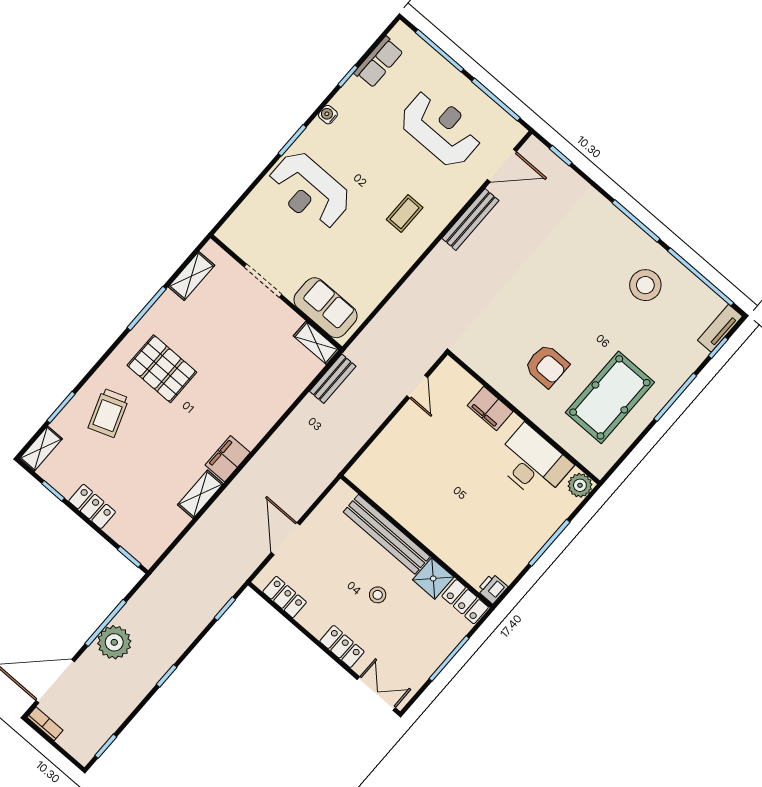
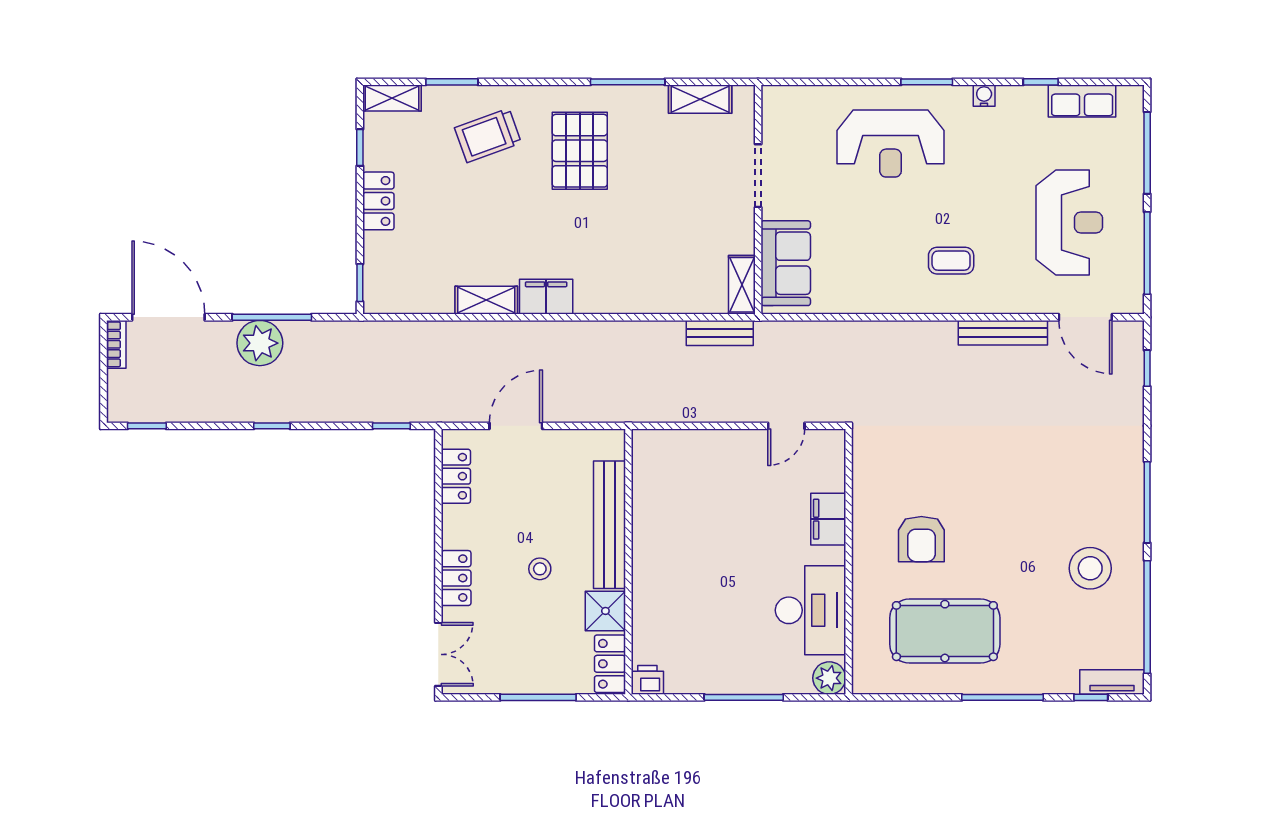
reception desk: (309, 191) -> (891, 144), turned -90

